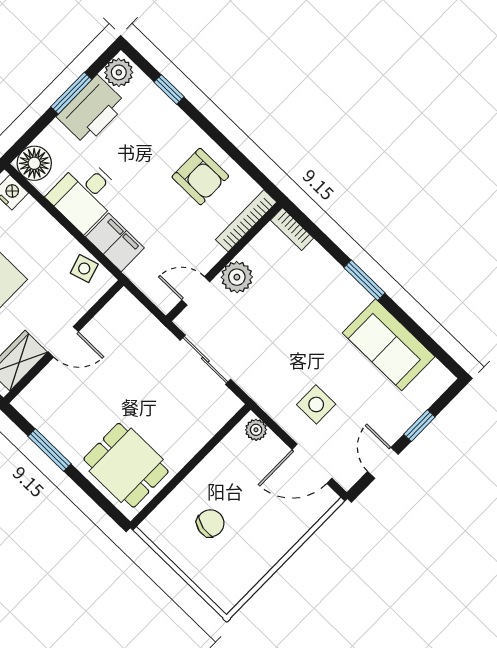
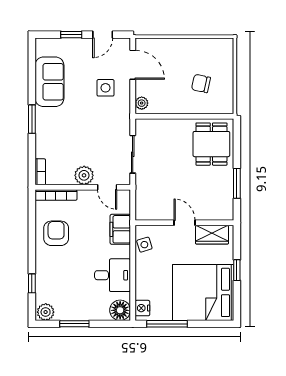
printer: (92, 110) -> (73, 308), removed
filing cabinet: (115, 242) -> (120, 229), moved

